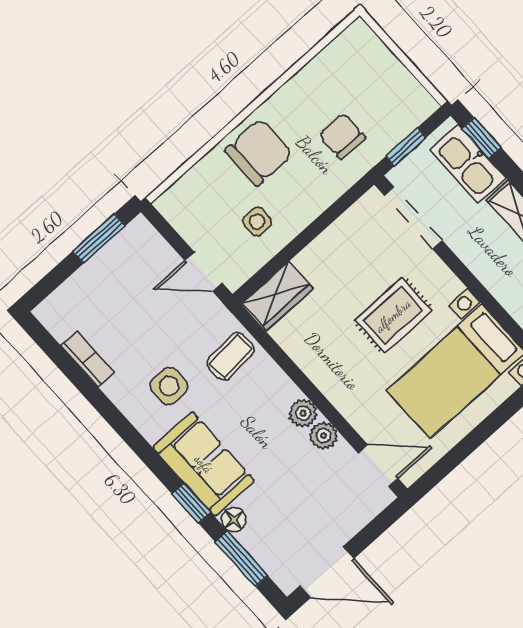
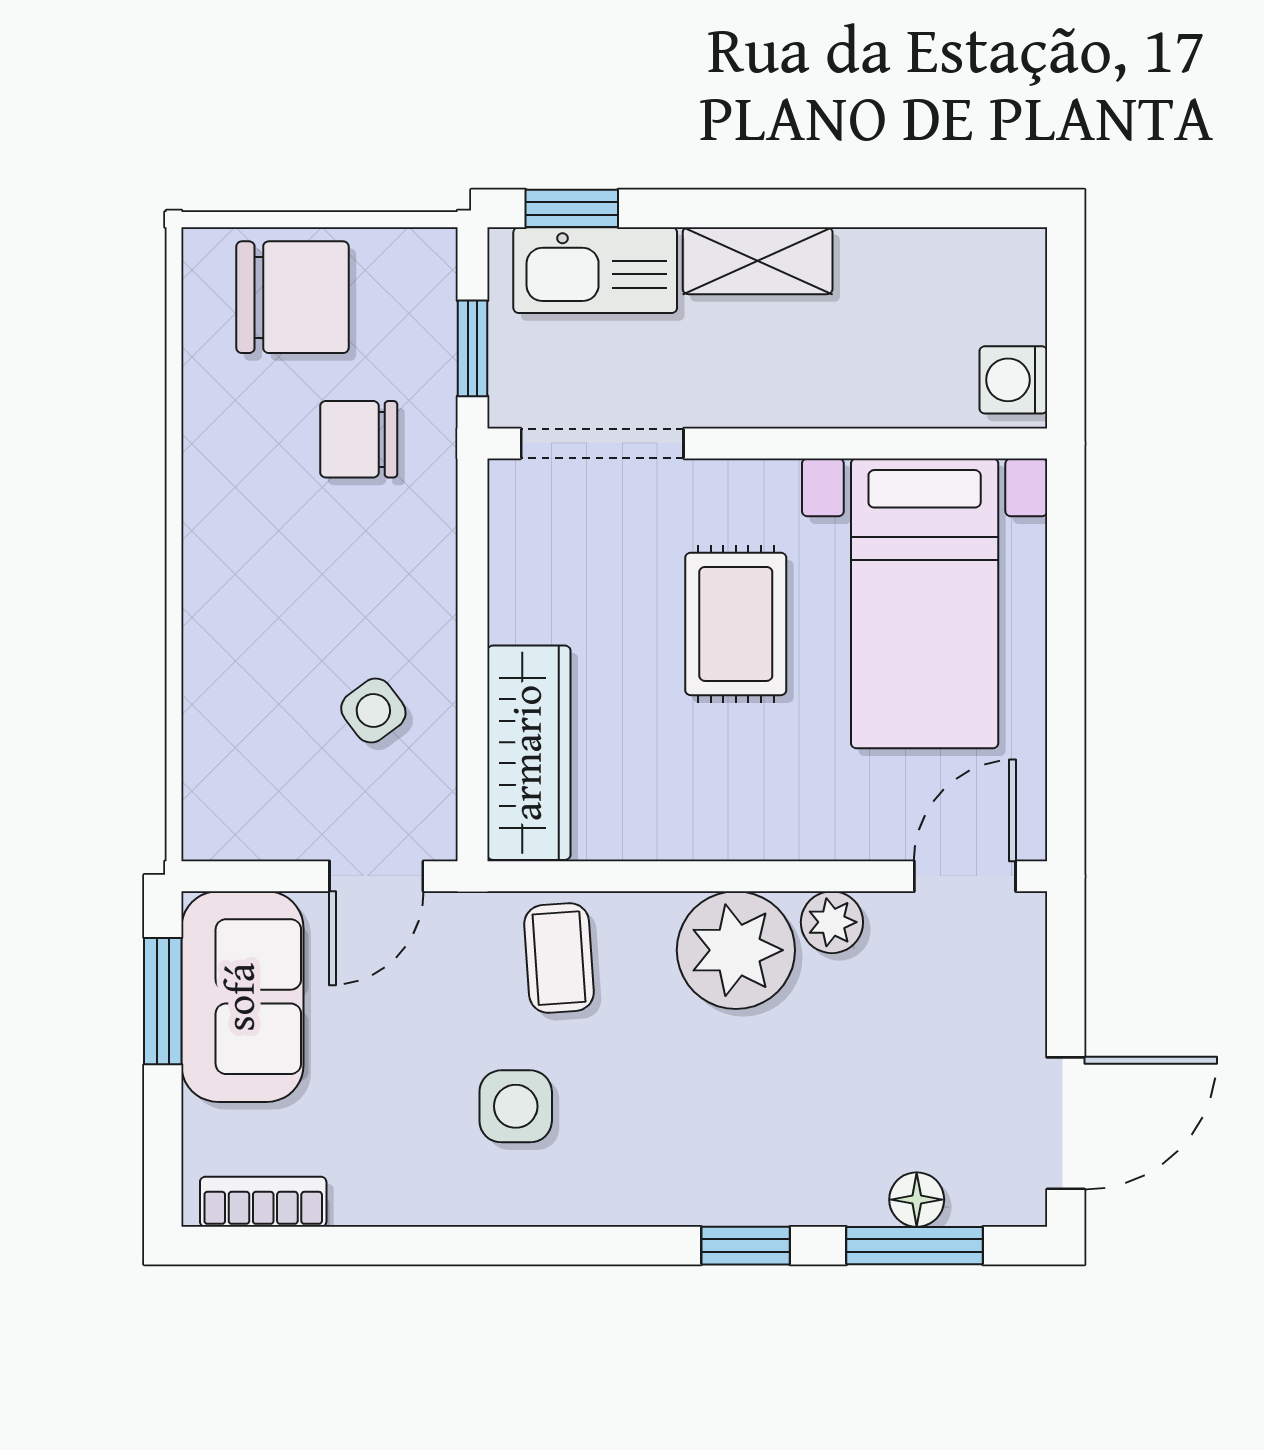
chair: (259, 152) -> (293, 297), moved, turned 90
side table: (257, 222) -> (373, 711), turned -37
wardrobe: (278, 296) -> (529, 753), width x1.50
bookcase: (88, 359) -> (263, 1202), moved
plant: (303, 413) -> (736, 950), width x1.88, depth x1.88
sofa: (204, 464) -> (242, 997), moved, turned 90
floor lamp: (234, 520) -> (917, 1200), moved

